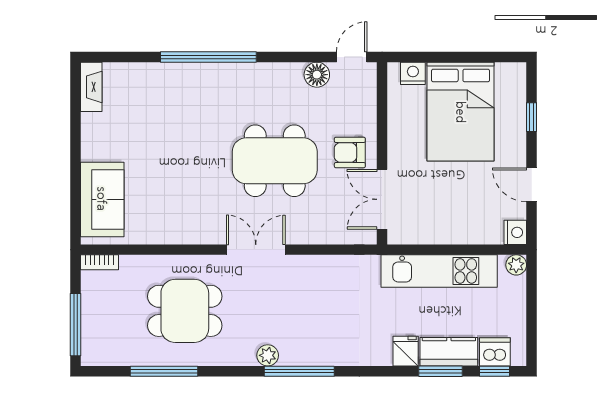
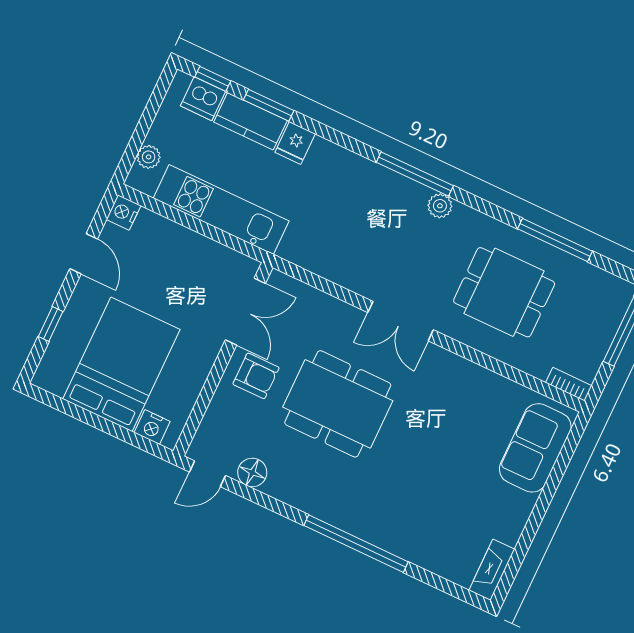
plant: (516, 265) -> (149, 157), moved

